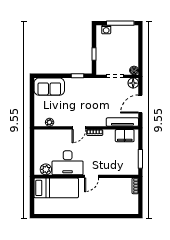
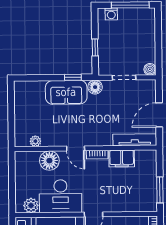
floor lamp: (133, 83) -> (95, 87), moved
sofa: (49, 87) -> (66, 92), moved
door: (79, 128) -> (76, 148), hinge flipped
filing cabinet: (125, 136) -> (122, 159), moved
floor lamp: (60, 137) -> (49, 161), added

